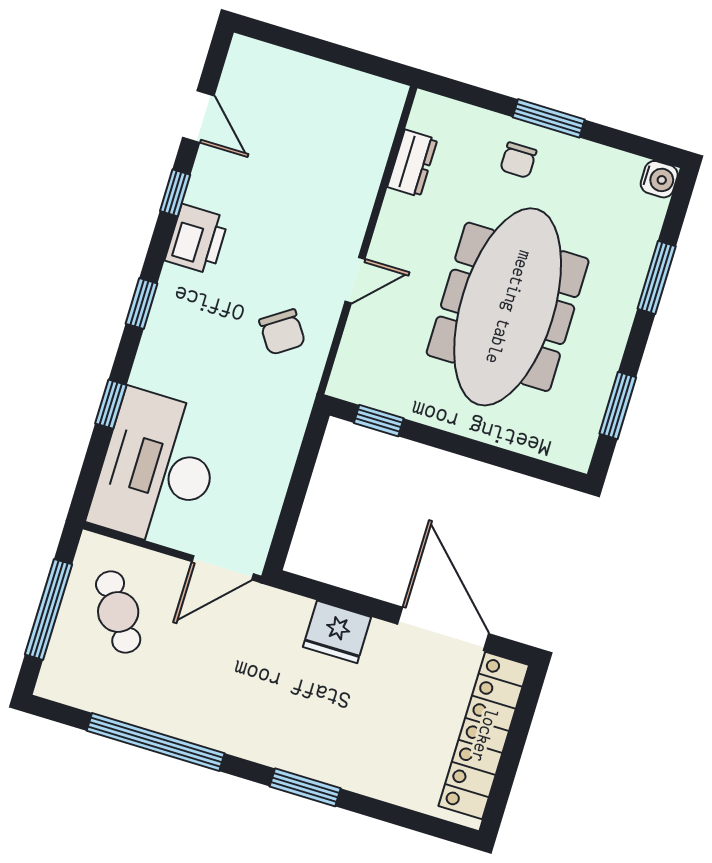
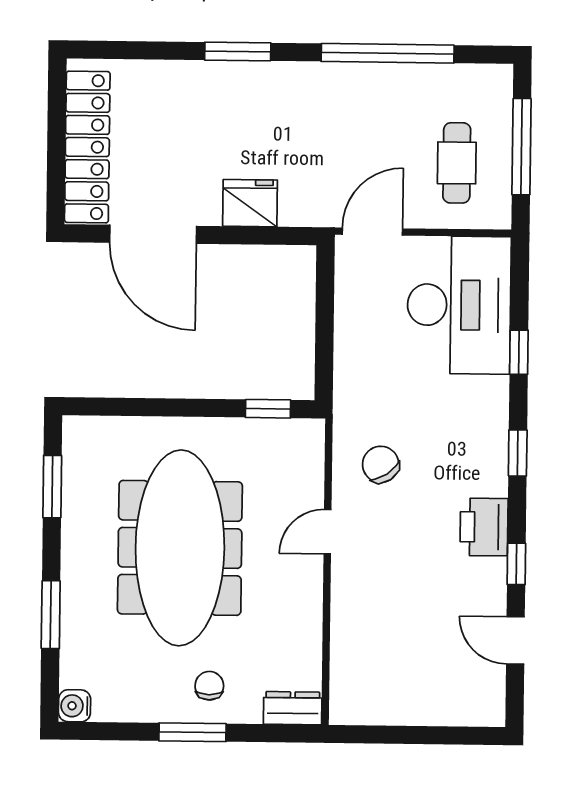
dresser: (412, 163) -> (293, 708), moved, turned 90
cafe table: (118, 612) -> (457, 163), turned 33

